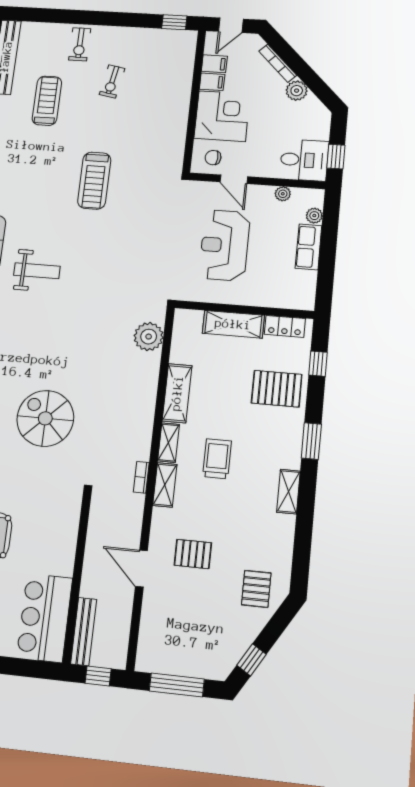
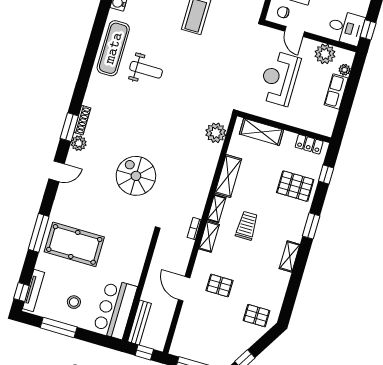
plant: (283, 194) -> (325, 54), width x1.87, depth x1.87
shelving: (233, 324) -> (261, 132), moved
pallet: (256, 589) -> (256, 316), turned 90

